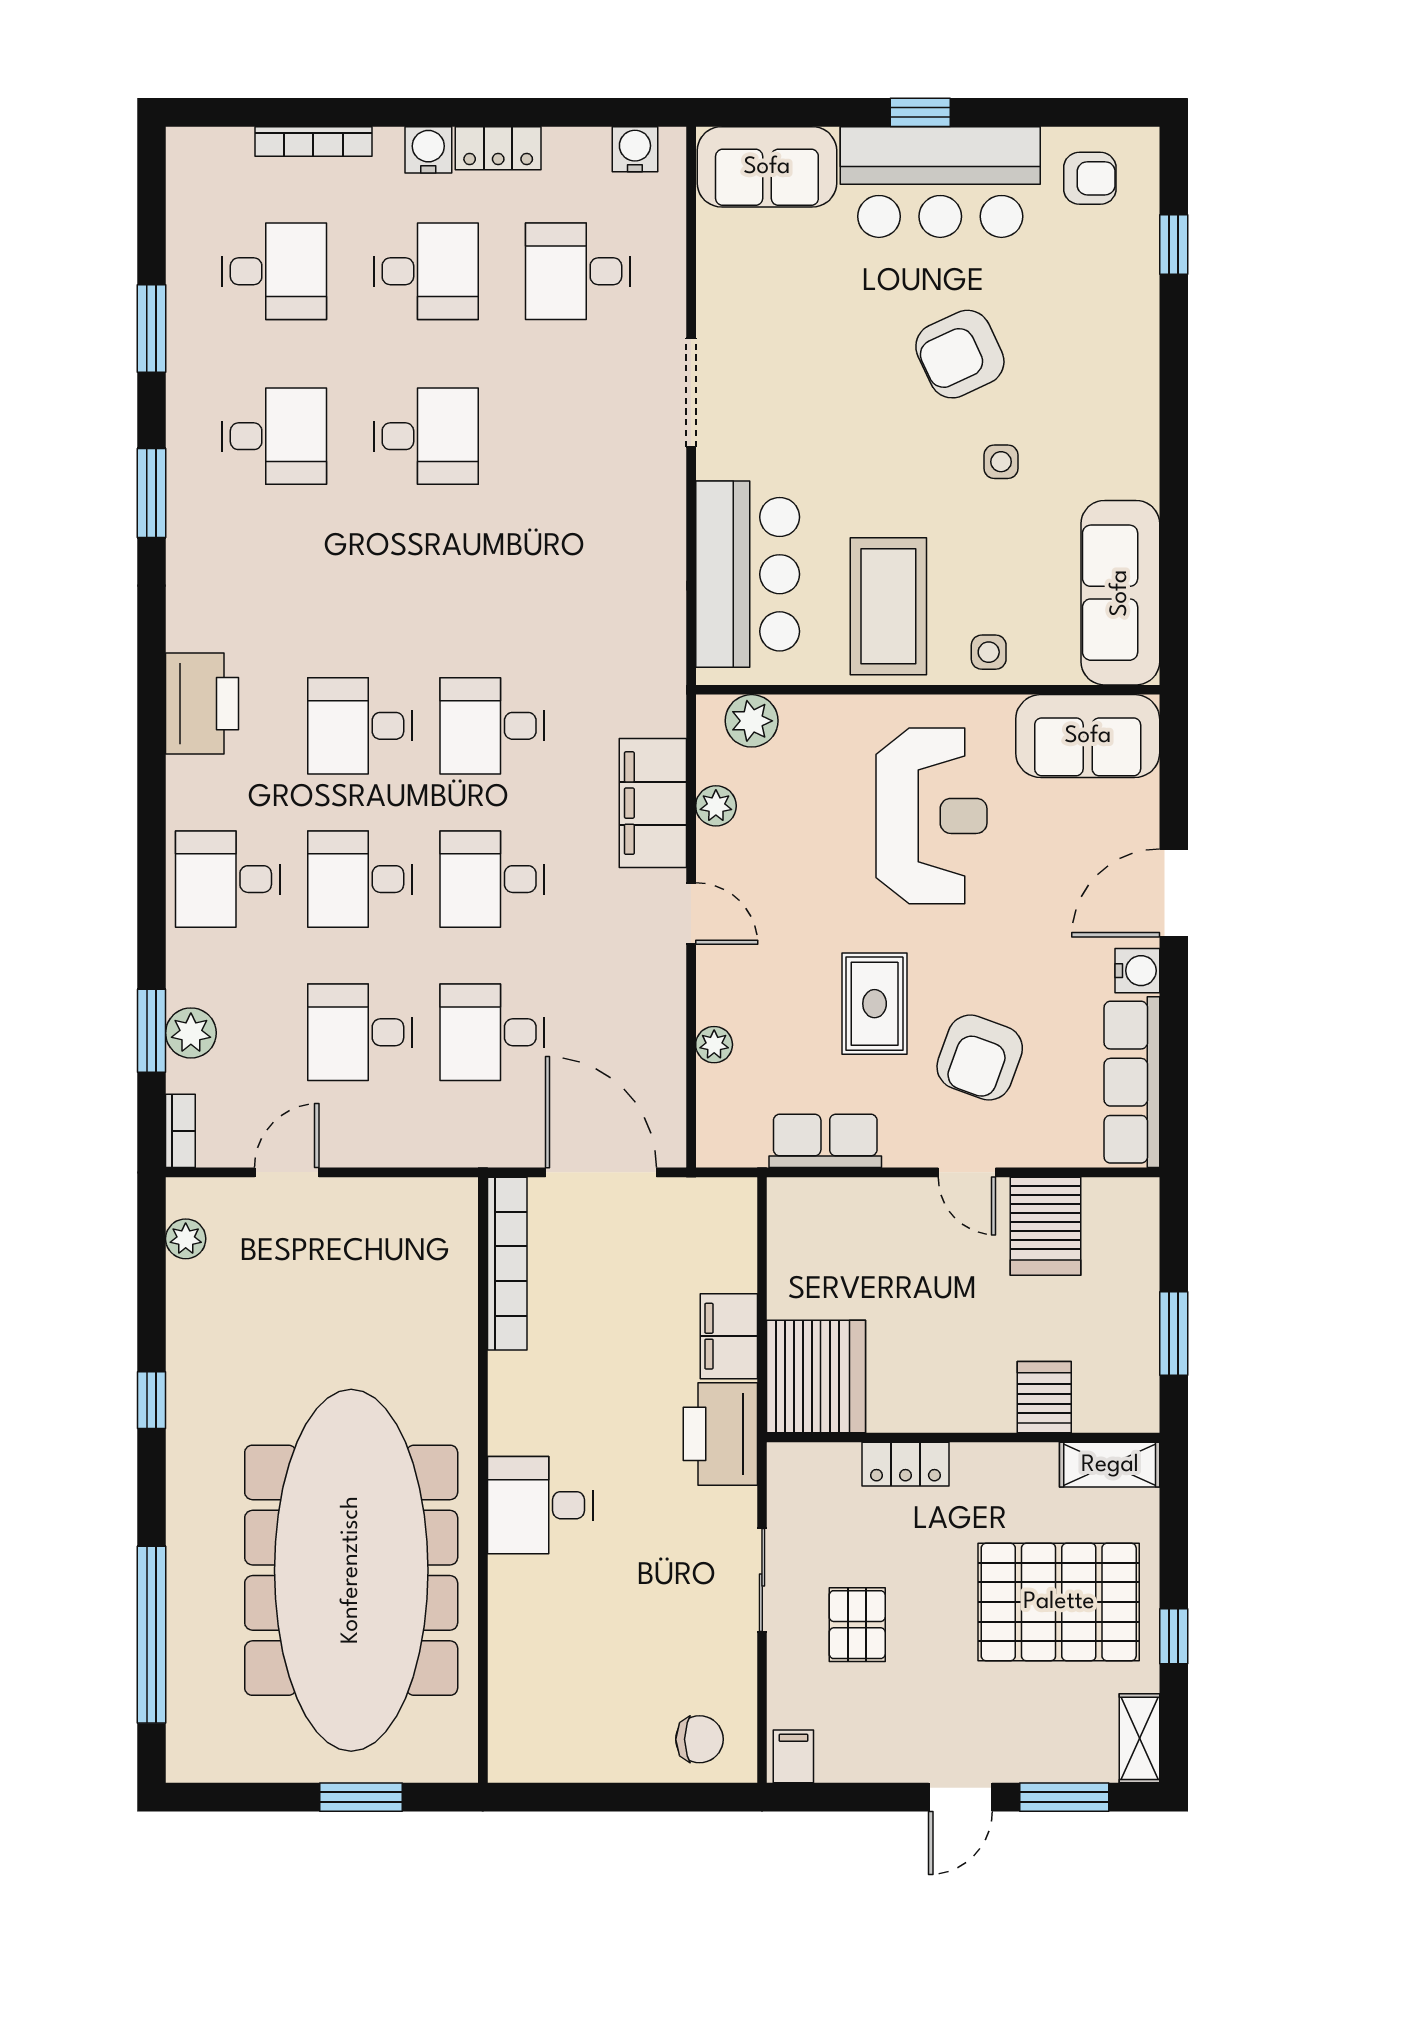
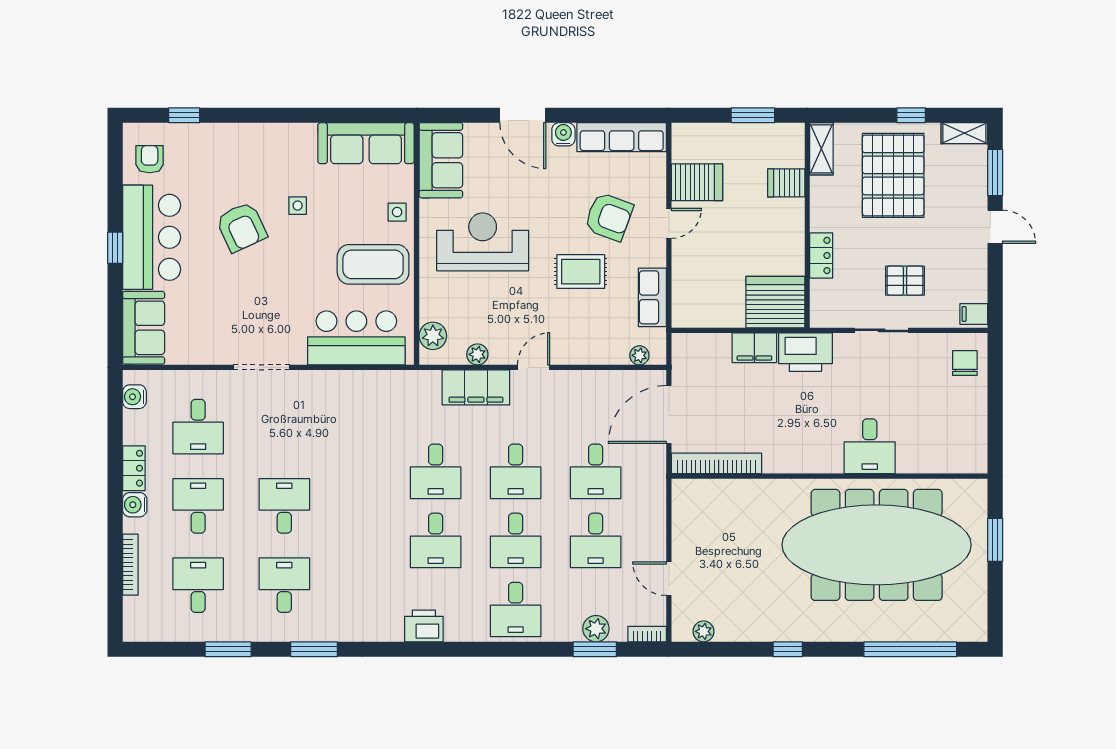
printer: (202, 704) -> (424, 626), width x0.73, depth x0.84
plant: (714, 1045) -> (639, 355), moved
desk: (540, 1505) -> (870, 446), moved

